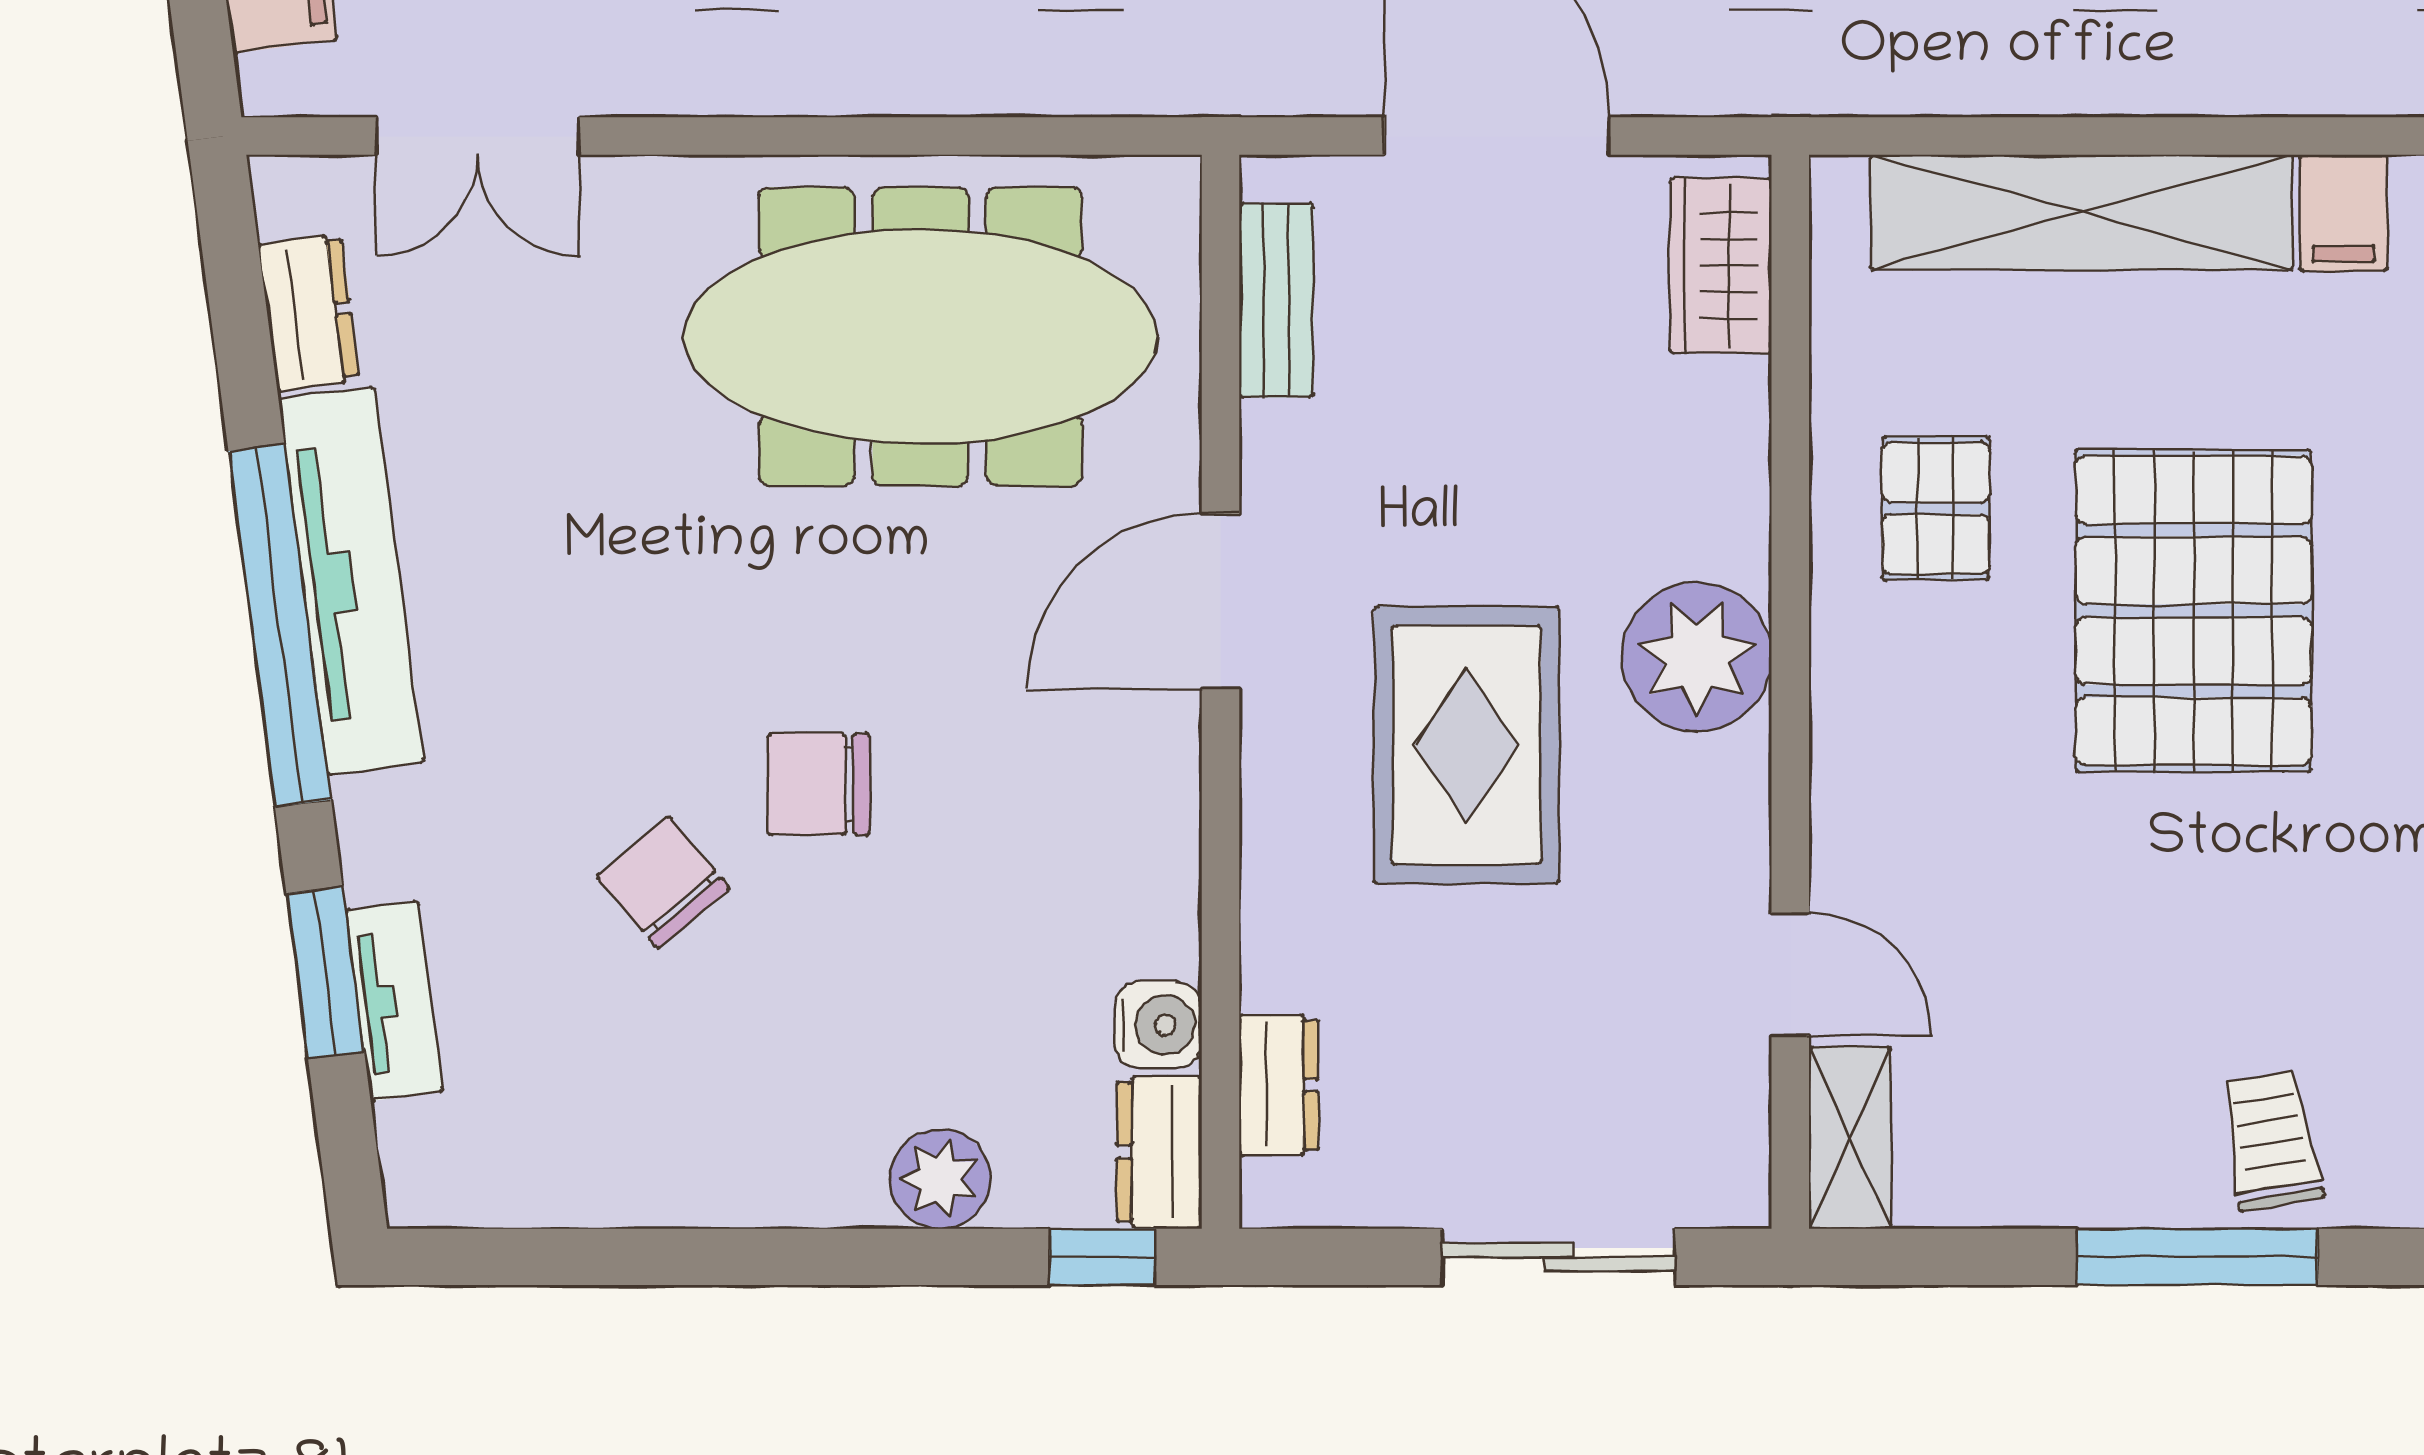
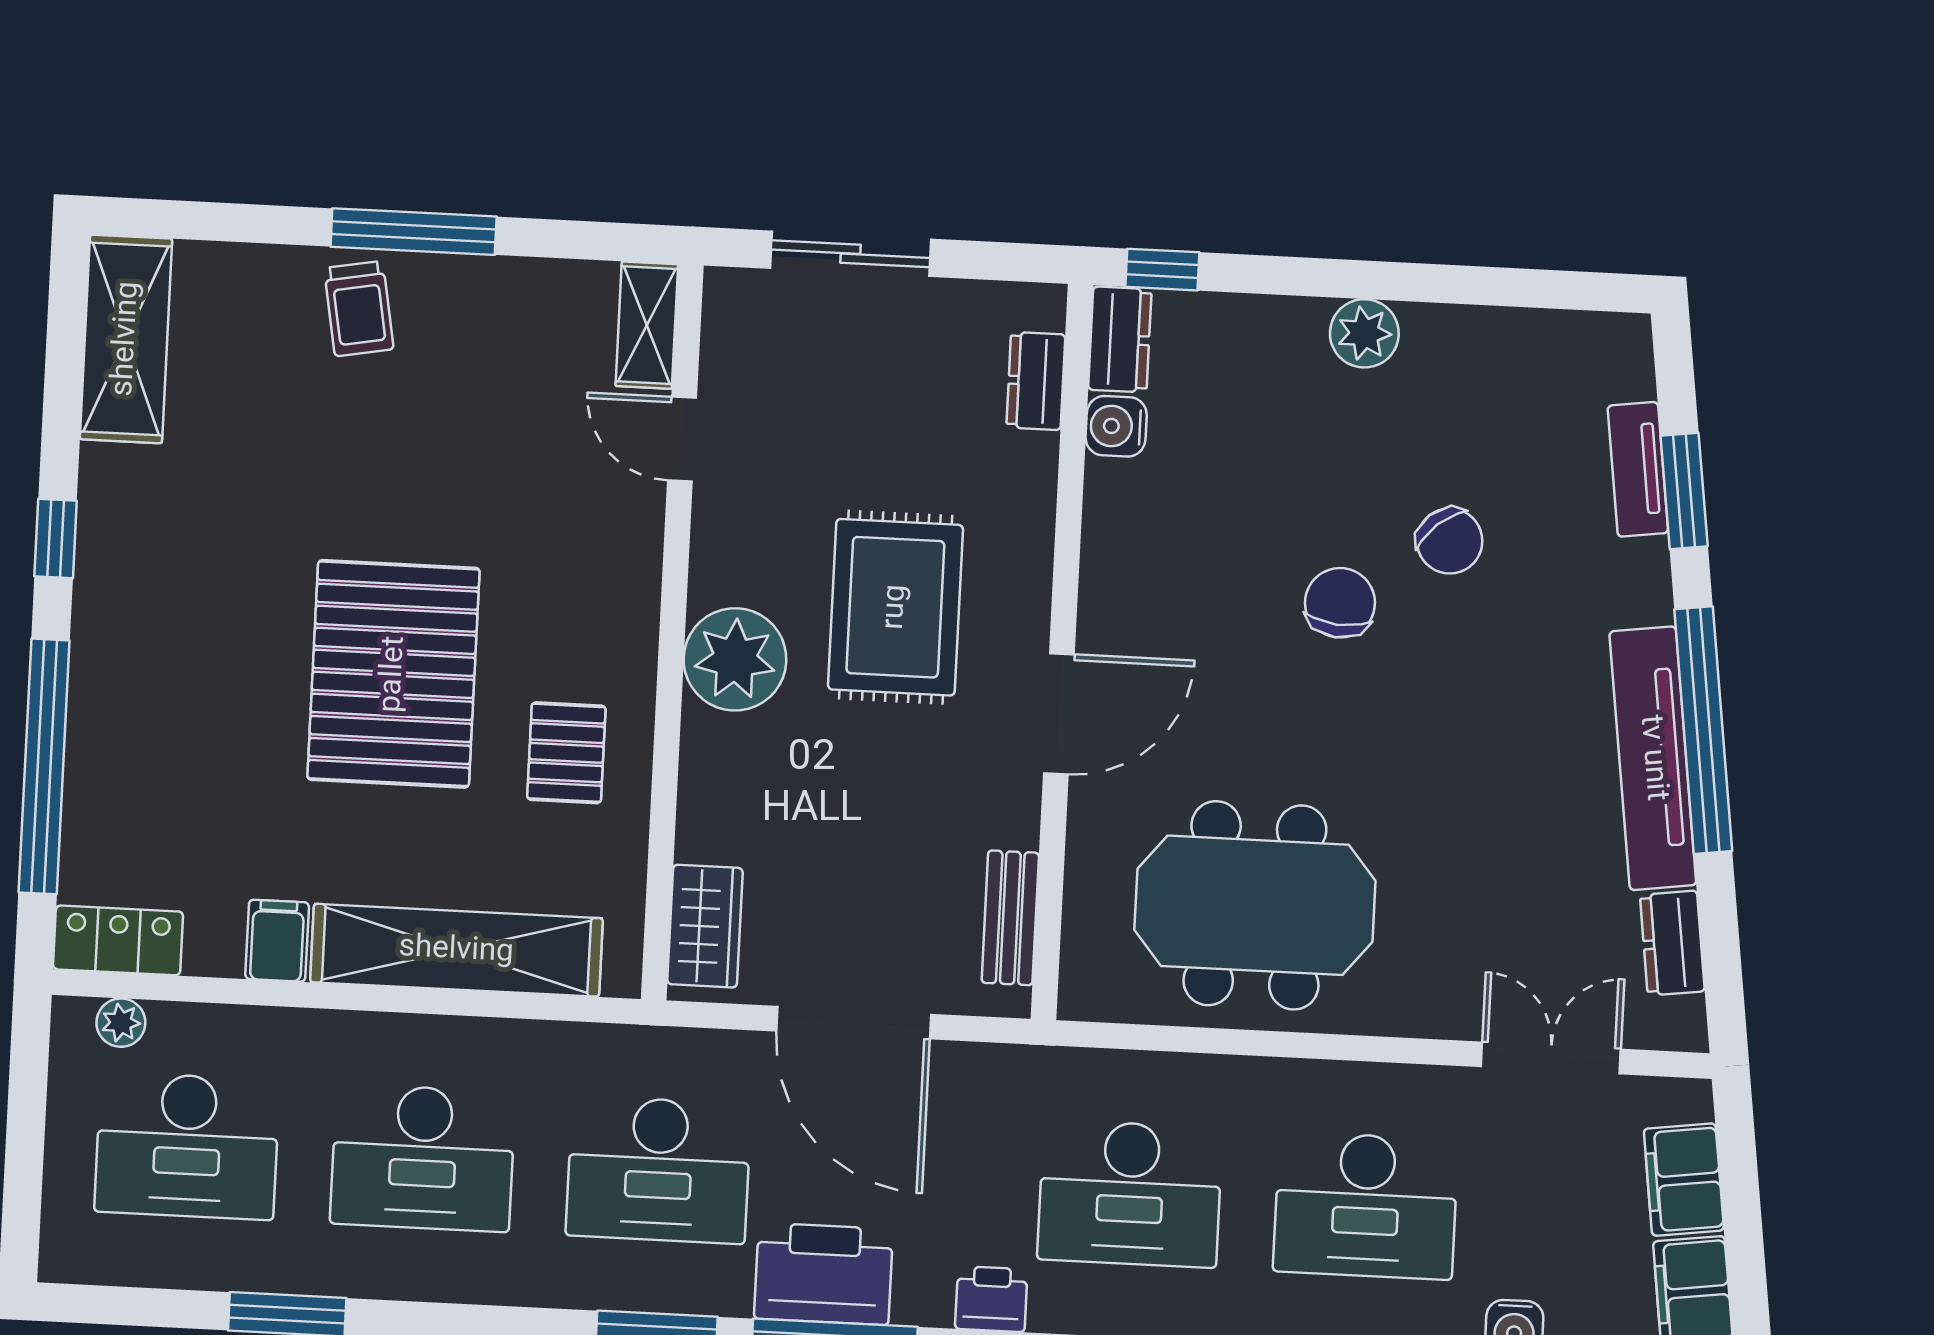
meeting table: (920, 337) -> (1255, 905), width x0.73
chair: (819, 784) -> (1340, 603), turned -85
plant: (940, 1179) -> (1364, 333), moved

